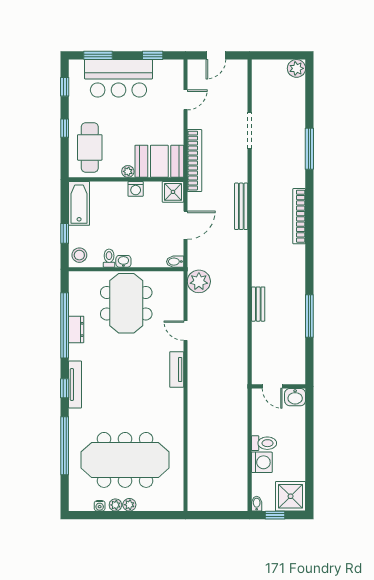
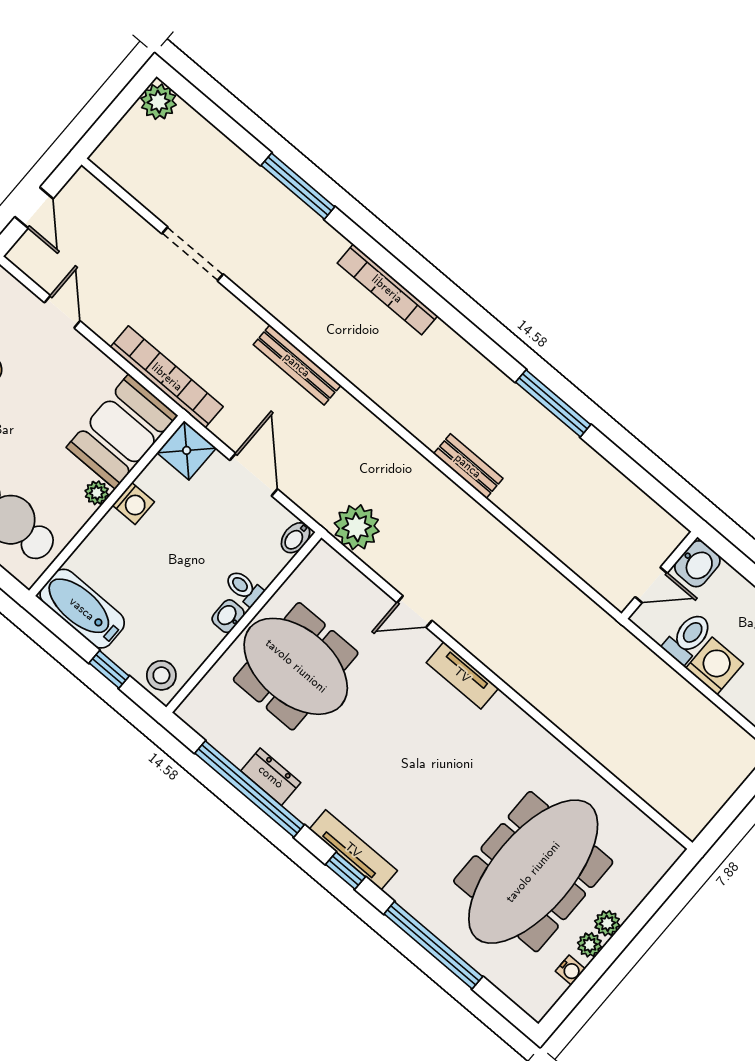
toilet: (109, 258) -> (244, 588), moved
door: (272, 386) -> (651, 585), moved
wall: (279, 386) -> (659, 575), moved
washbasin: (295, 397) -> (697, 564), moved

